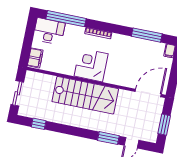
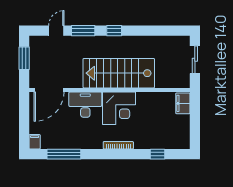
window: (66, 19) -> (158, 154), width x0.32
desk: (49, 31) -> (85, 105), moved, turned 180
window: (39, 124) -> (114, 31), moved

